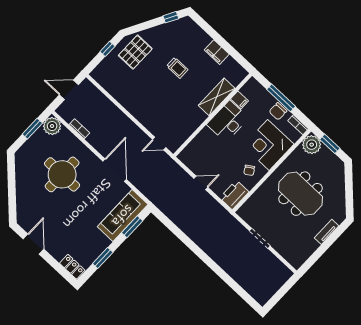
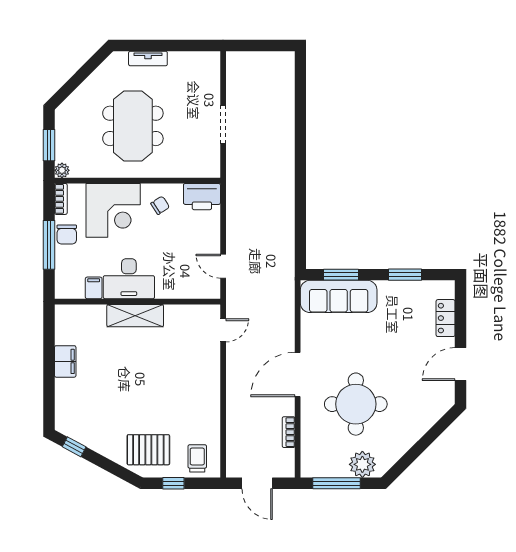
trolley: (177, 68) -> (197, 458), moved
shelving: (217, 97) -> (135, 316), moved
chair: (278, 111) -> (67, 234), turned 90
plant: (52, 126) -> (362, 464), moved
window: (32, 129) -> (337, 483), width x1.44
door: (159, 144) -> (223, 330), hinge flipped
plant: (312, 145) -> (62, 170), width x0.53, depth x0.53
door: (115, 170) -> (298, 374), moved
door: (201, 183) -> (223, 266), moved
locker: (72, 267) -> (446, 318), moved

